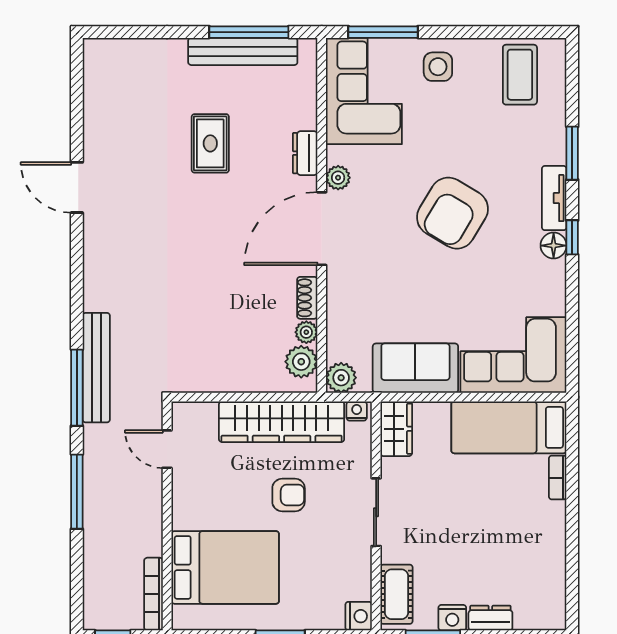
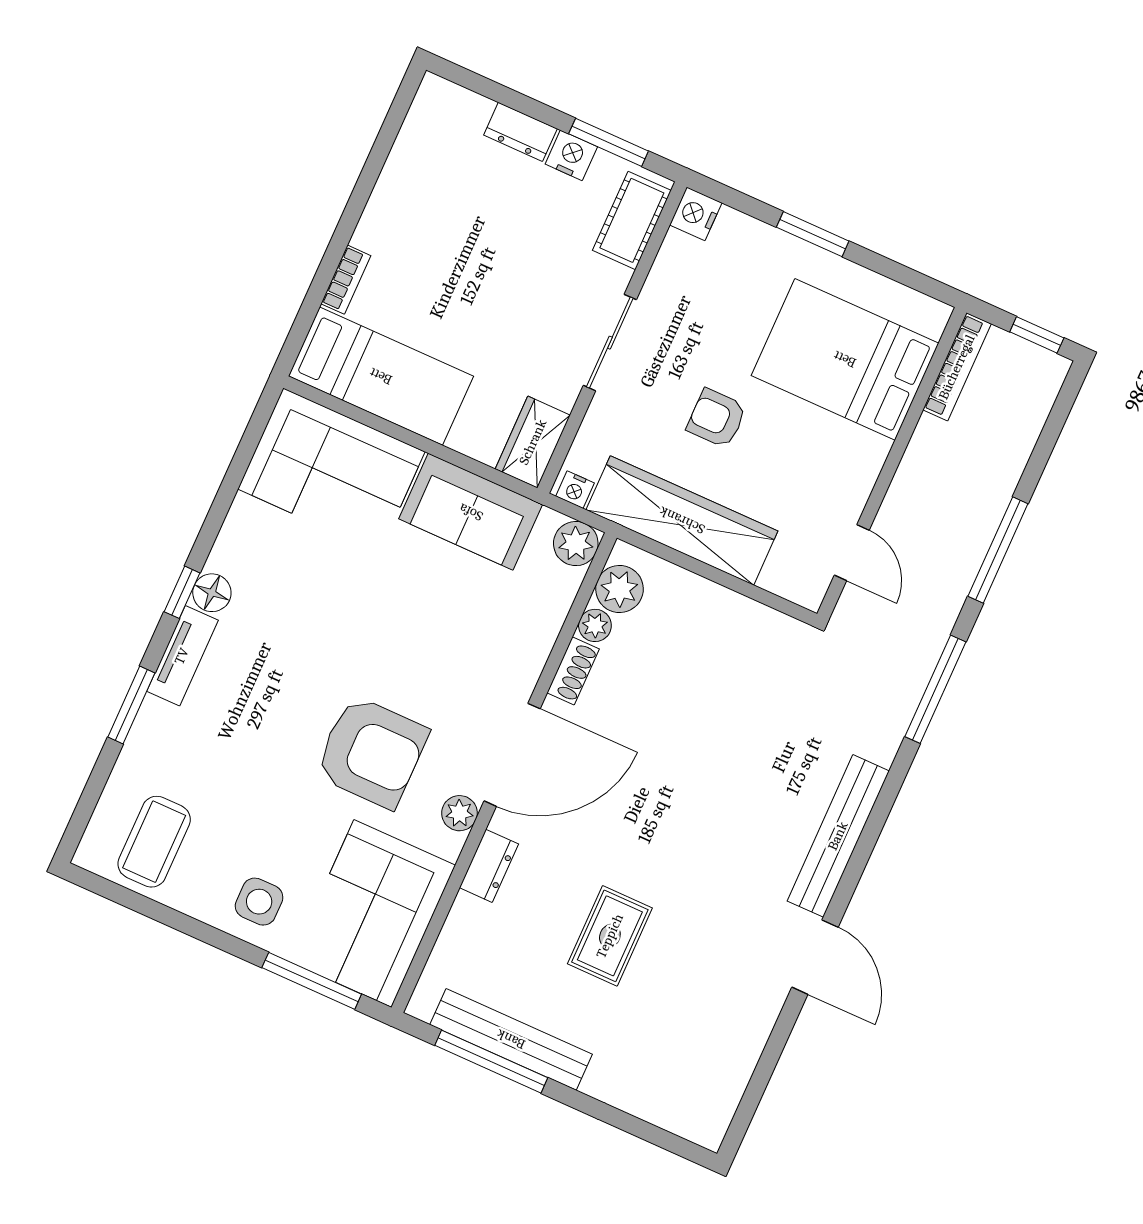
armchair: (452, 213) -> (371, 752), moved, turned 59
bench: (96, 368) -> (838, 836), moved

